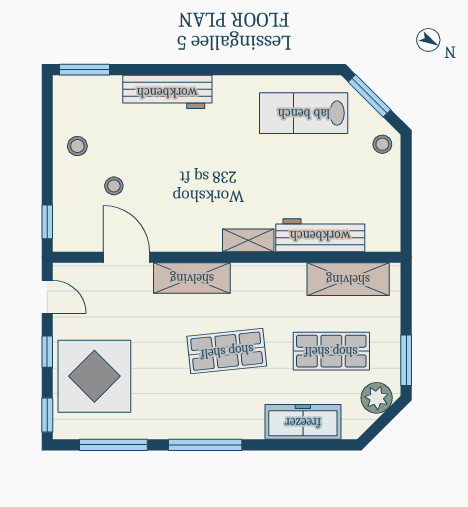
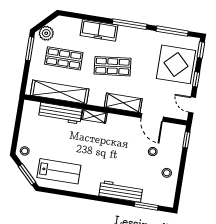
window: (85, 70) -> (146, 206), moved
shelving: (348, 279) -> (60, 92), width x1.47
freezer: (303, 422) -> (99, 30), moved

